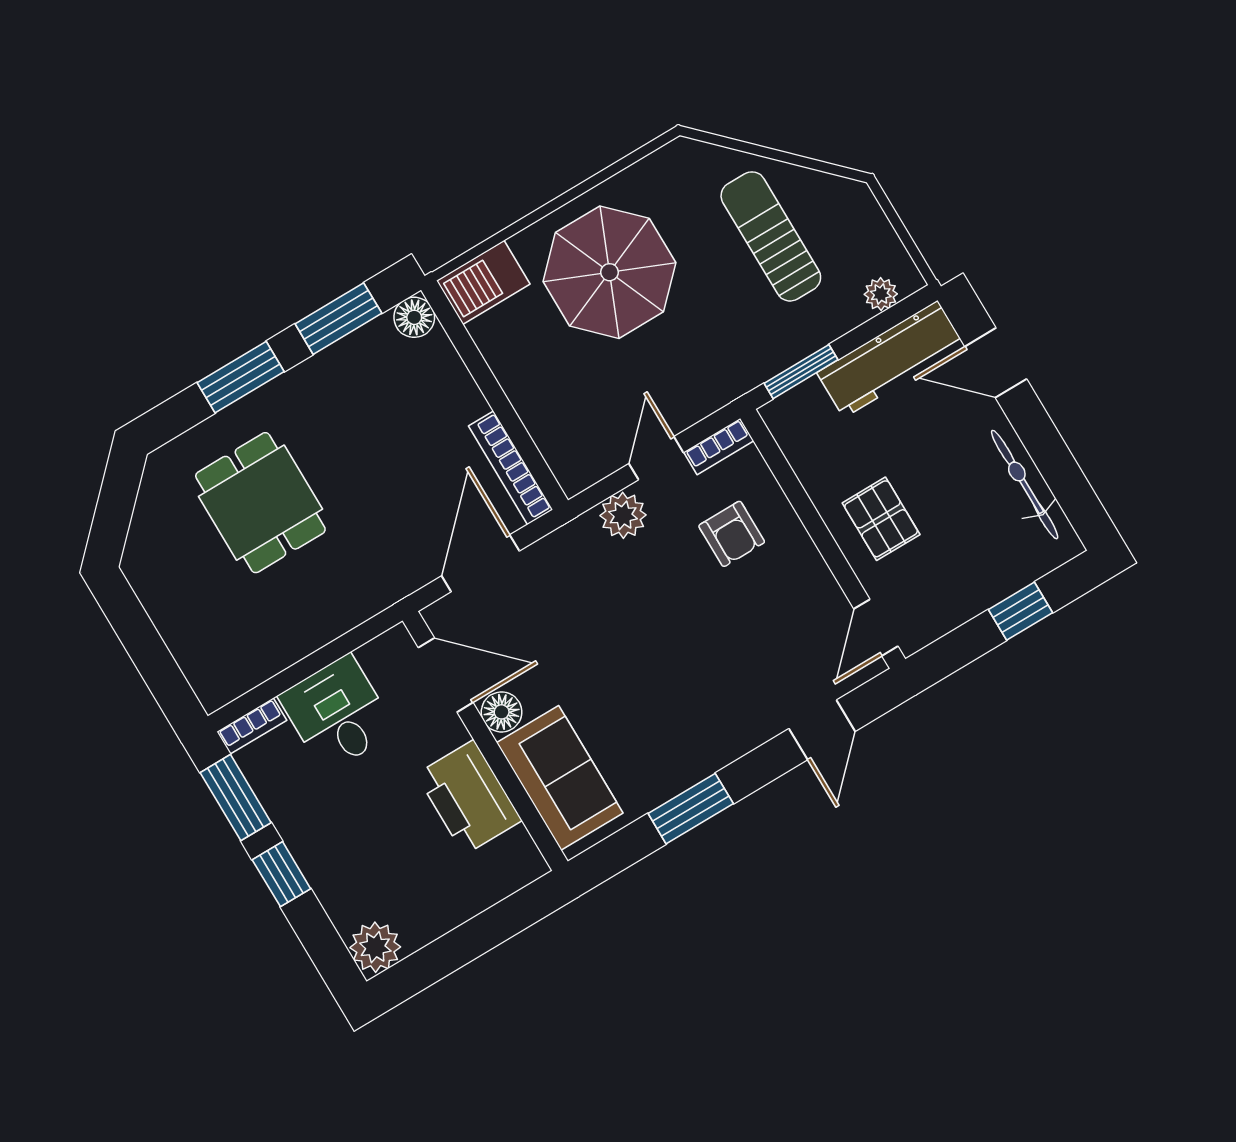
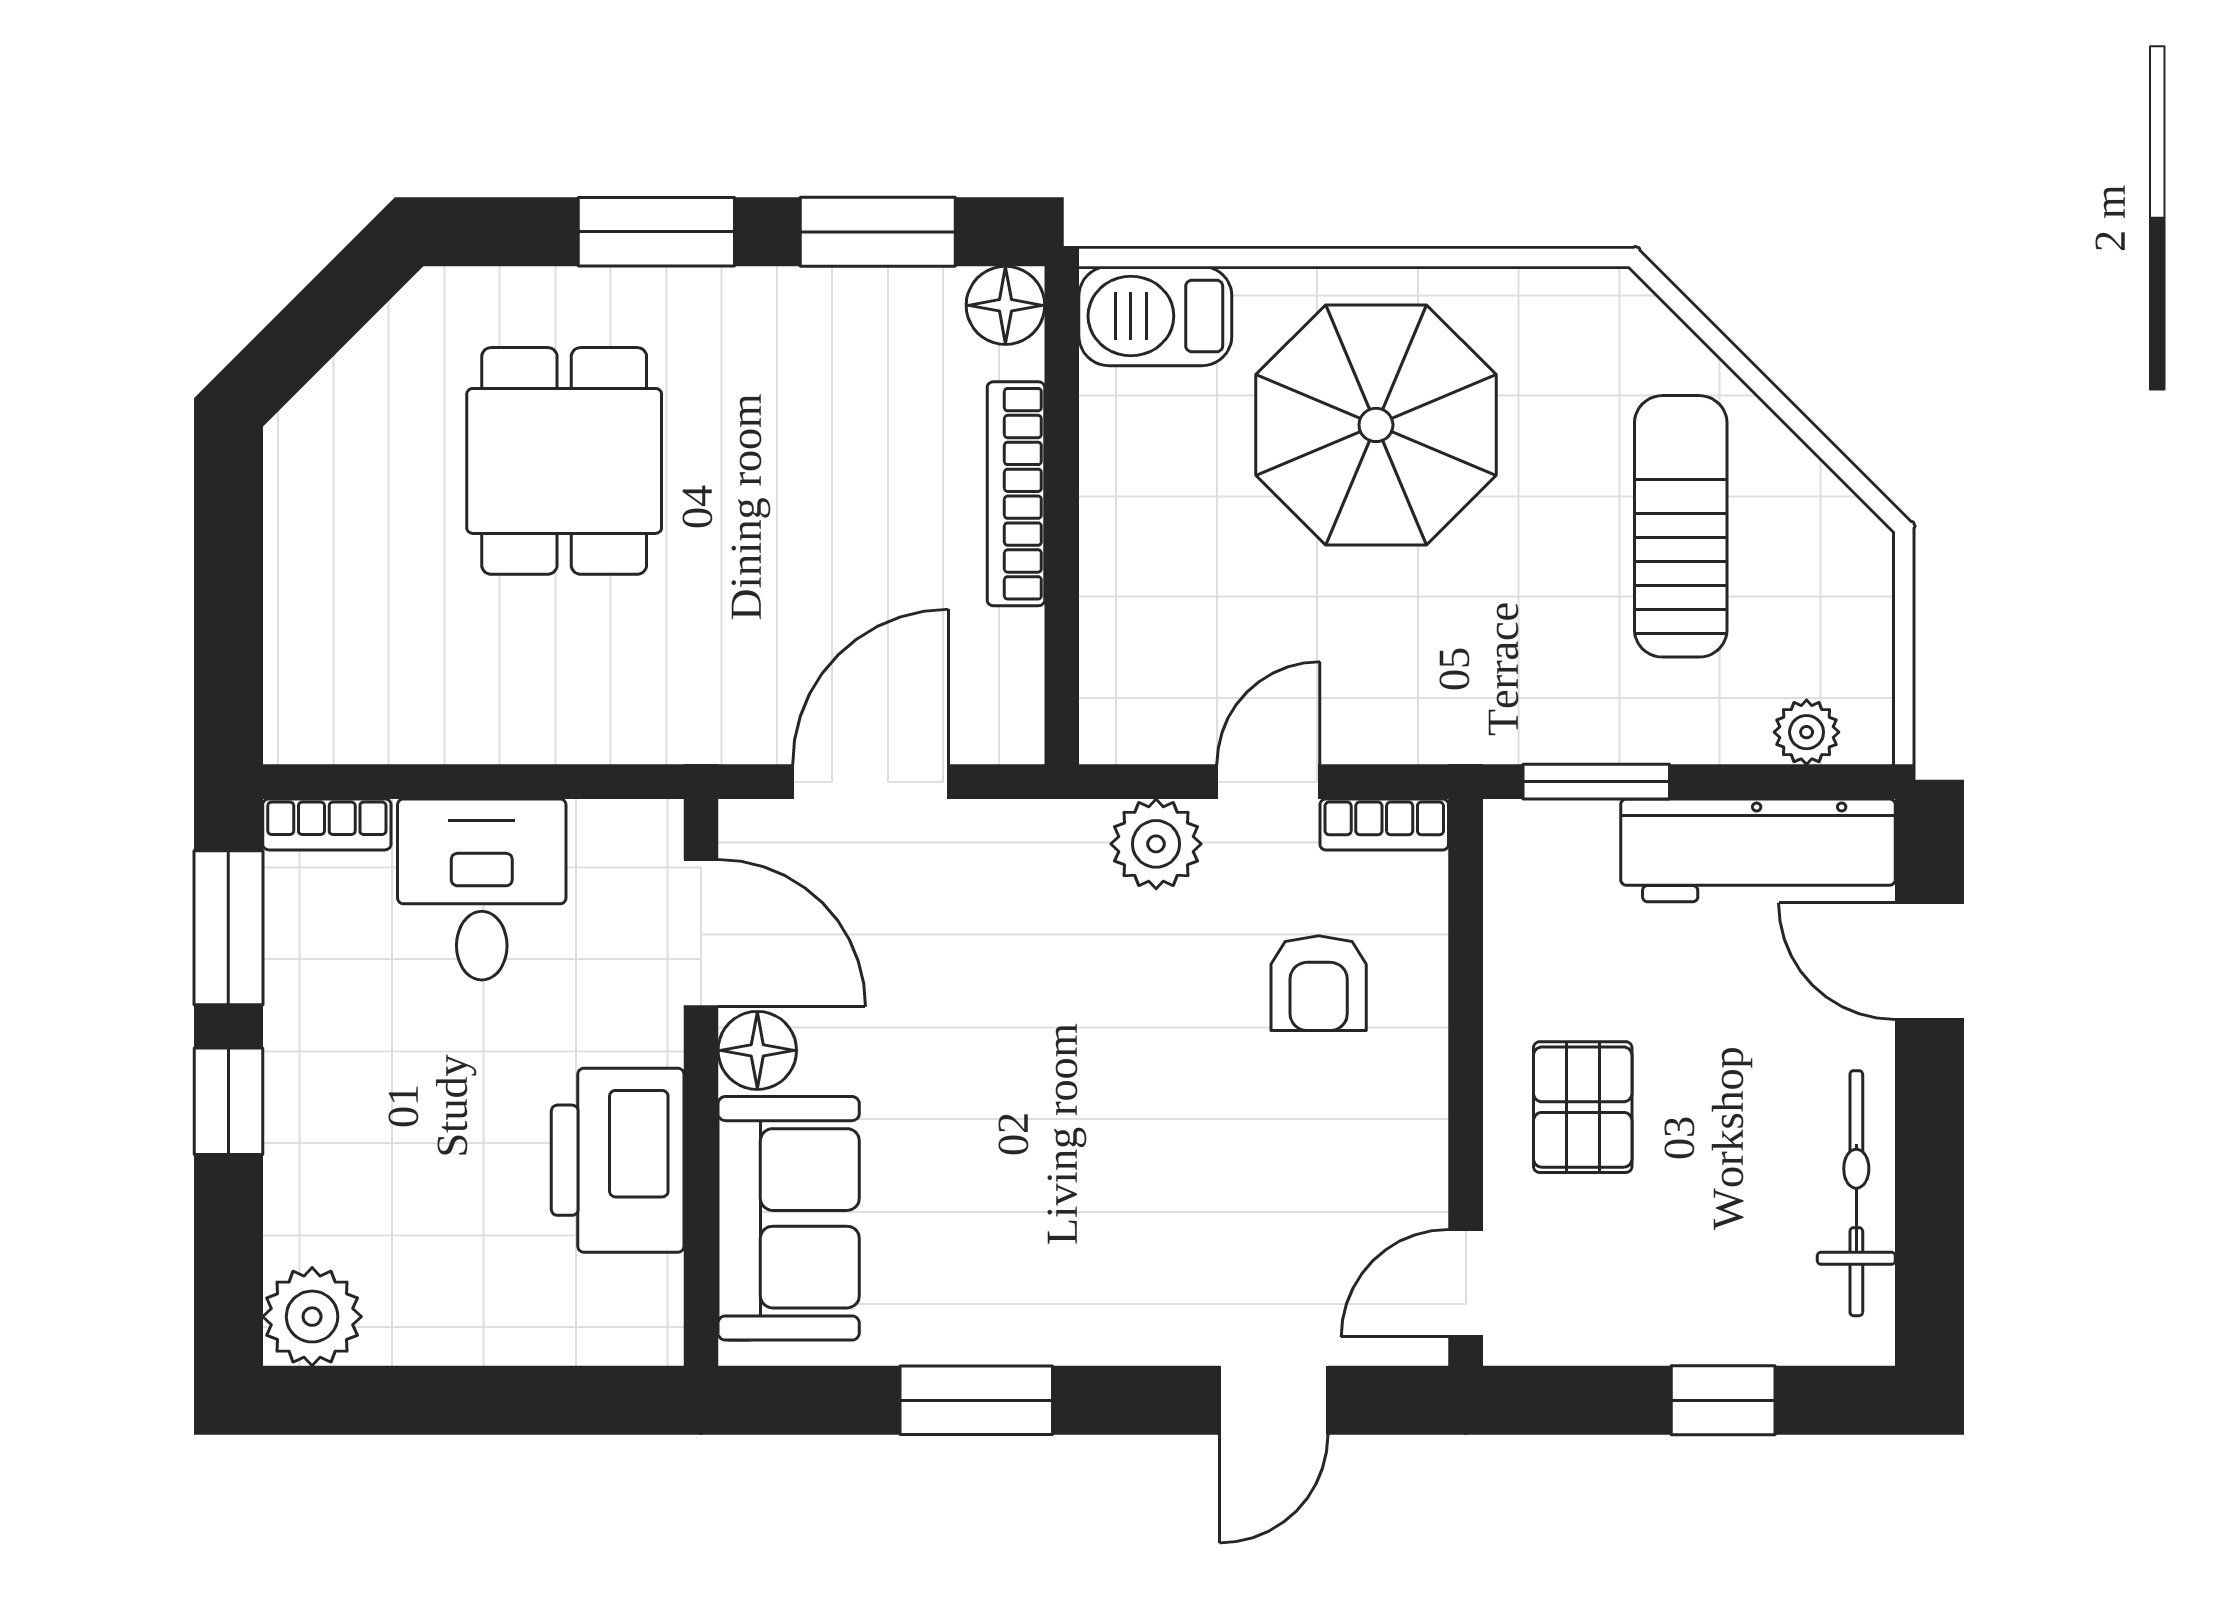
bookcase: (511, 468) -> (1016, 494), moved

